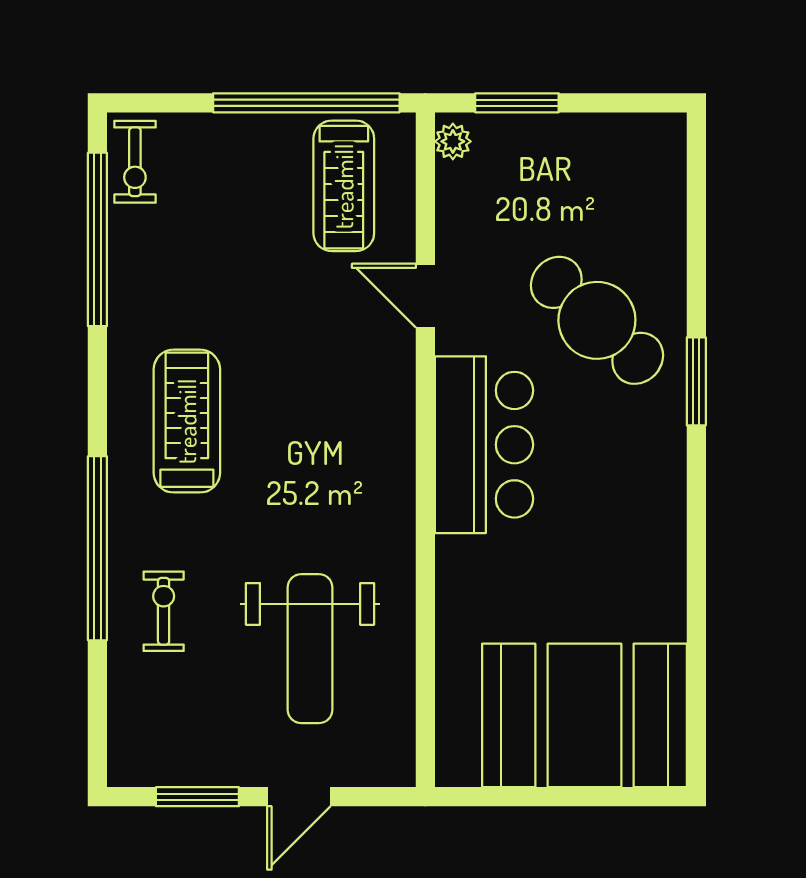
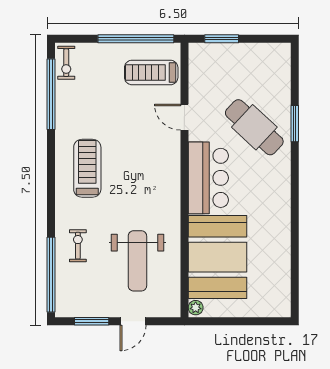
plant: (453, 141) -> (196, 308), moved
treadmill: (344, 186) -> (151, 72), turned 90
window: (696, 381) -> (295, 124), moved
window: (97, 548) -> (51, 275), moved
booth: (584, 715) -> (218, 257), moved, turned 90

